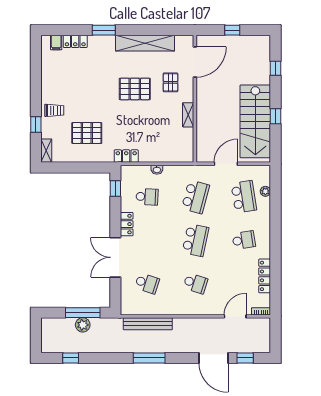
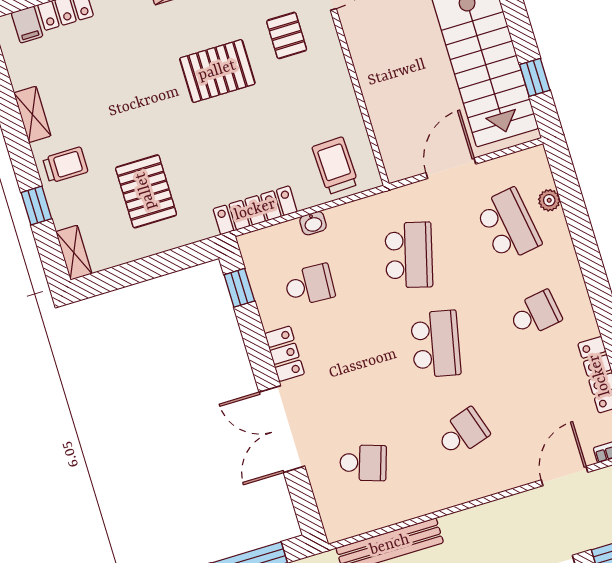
shelving: (188, 115) -> (32, 114), moved
window: (276, 116) -> (535, 77), moved
pallet: (87, 133) -> (146, 191), turned 90
trolley: (175, 147) -> (335, 166), added
locker: (126, 156) -> (255, 210), width x1.53
school desk: (195, 283) -> (463, 433), turned -36

